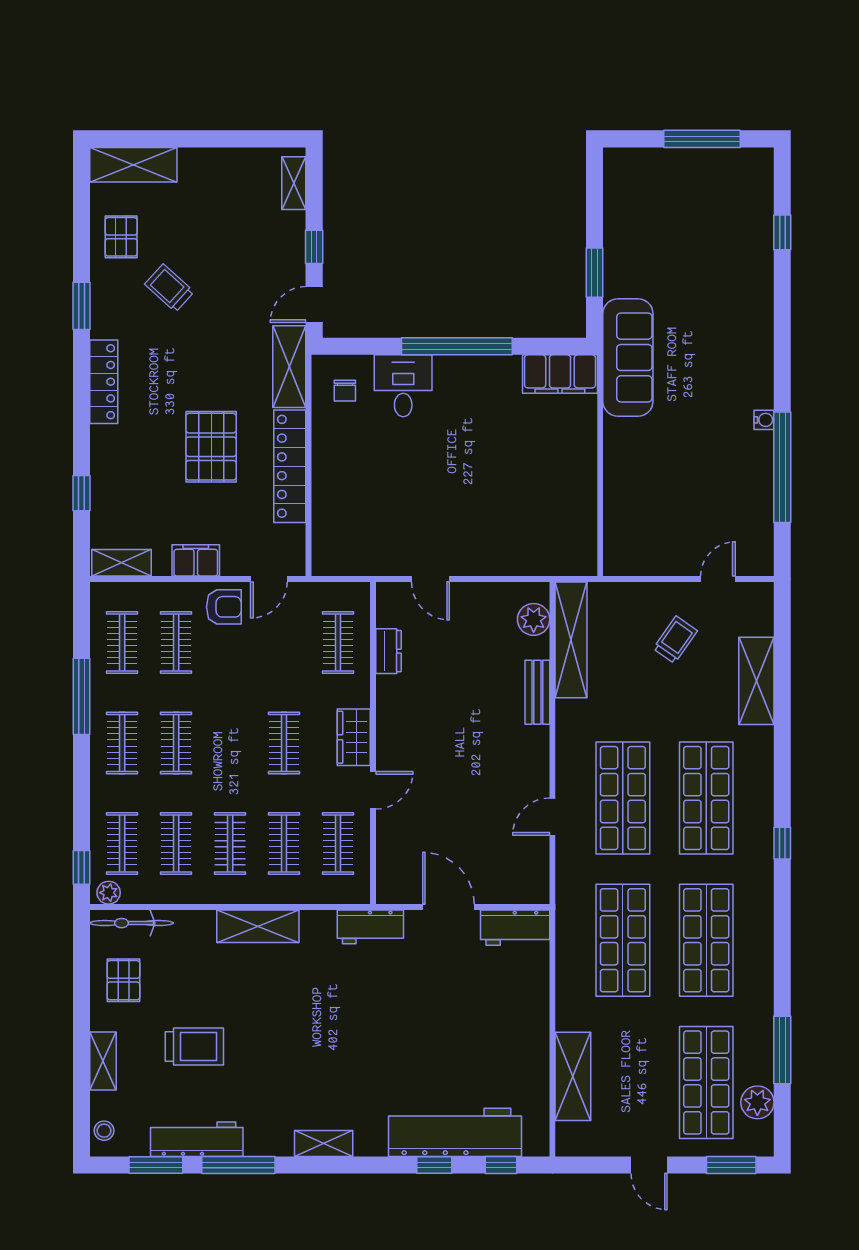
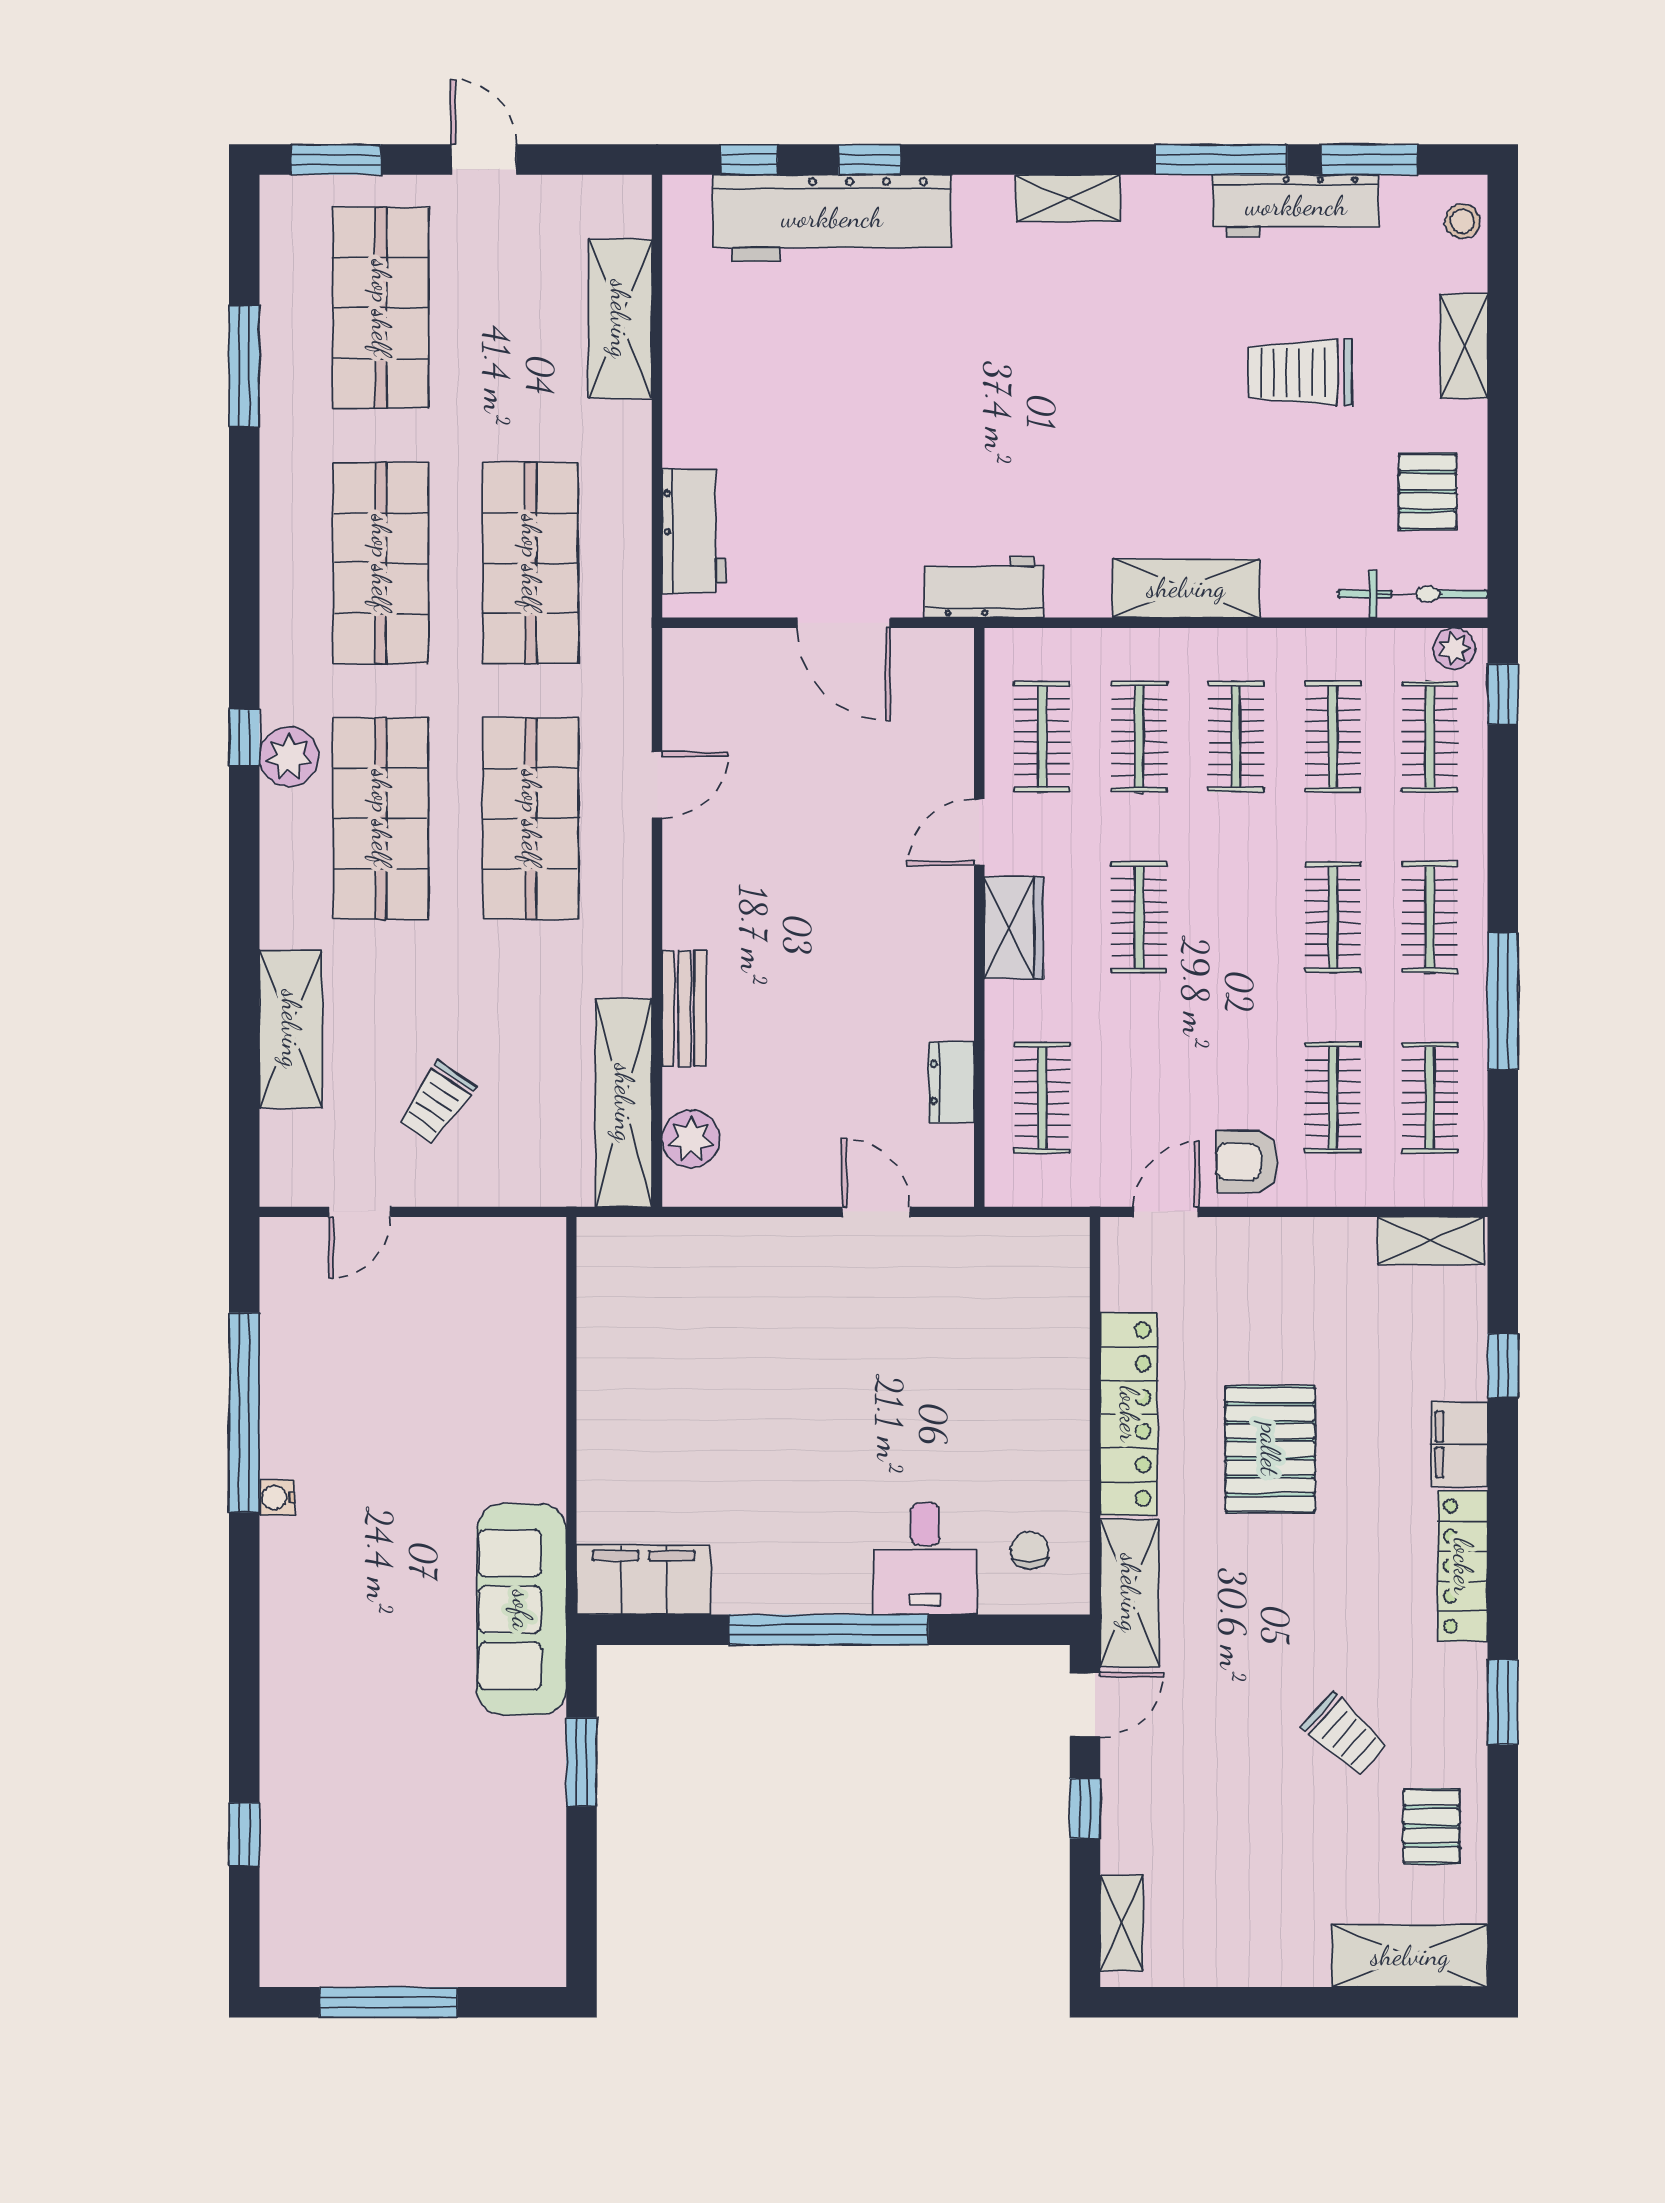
filing cabinet: (196, 560) -> (1459, 1445), moved, turned 90
workbench: (515, 928) -> (694, 531), moved, turned 90
plant: (757, 1102) -> (289, 757), moved

